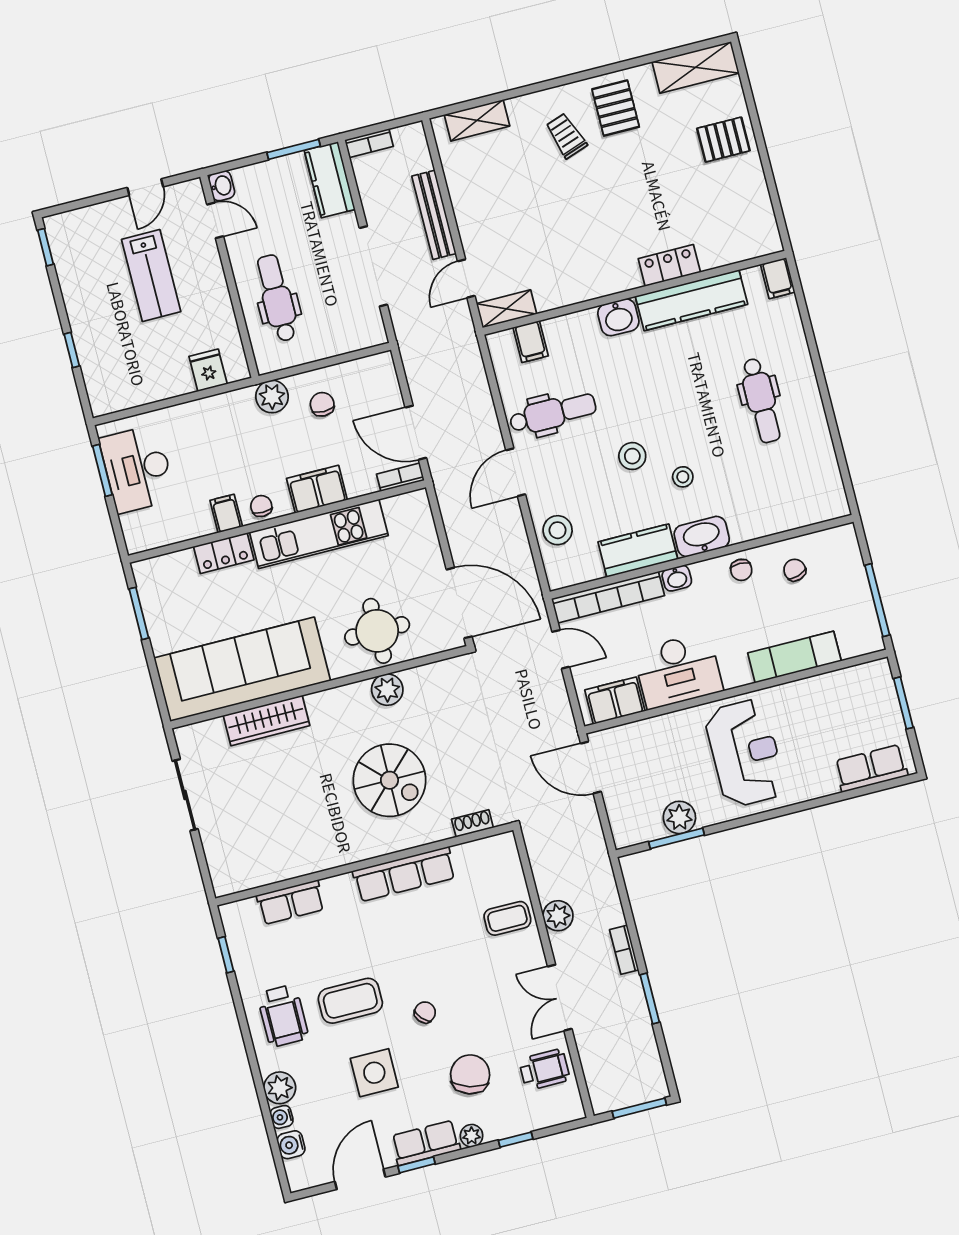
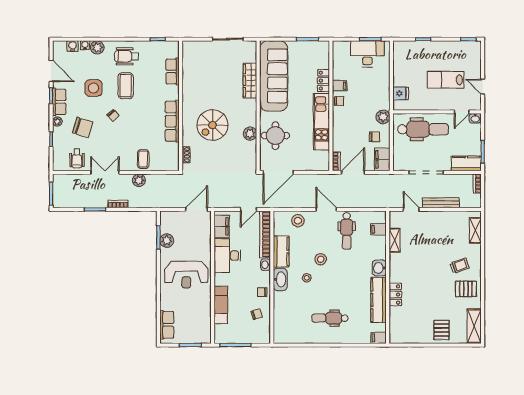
dental chair: (277, 298) -> (423, 129), width x1.36, depth x1.38
shelving: (506, 309) -> (395, 240), moved
filing cabinet: (317, 489) -> (382, 159), moved, turned 180

